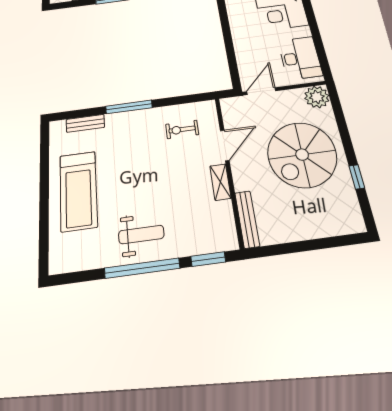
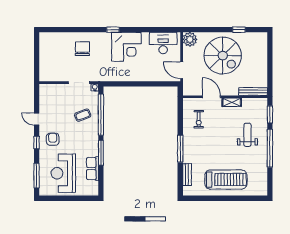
weight bench: (141, 235) -> (247, 135), moved

